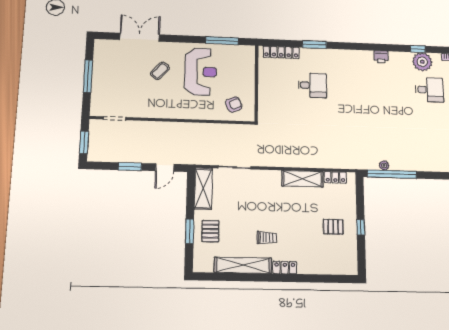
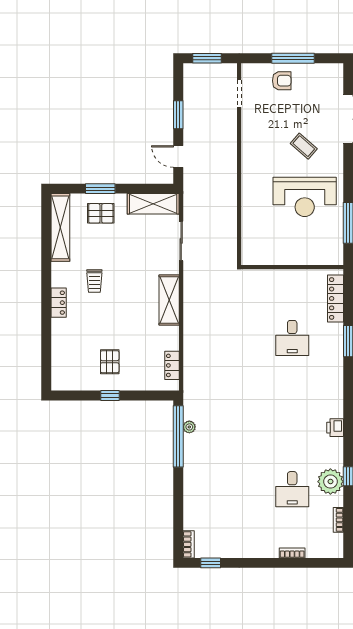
armchair: (234, 104) -> (282, 81), moved, turned -67
shelving: (302, 179) -> (169, 300), moved
shelving: (243, 265) -> (60, 227), moved

